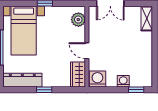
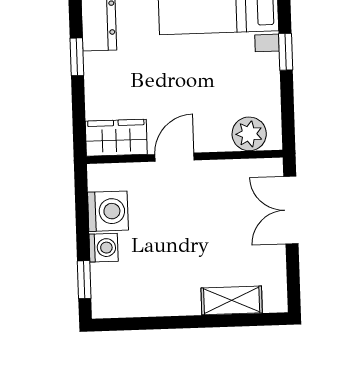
shelving: (147, 18) -> (232, 300), moved
washing machine: (97, 79) -> (108, 211), moved

